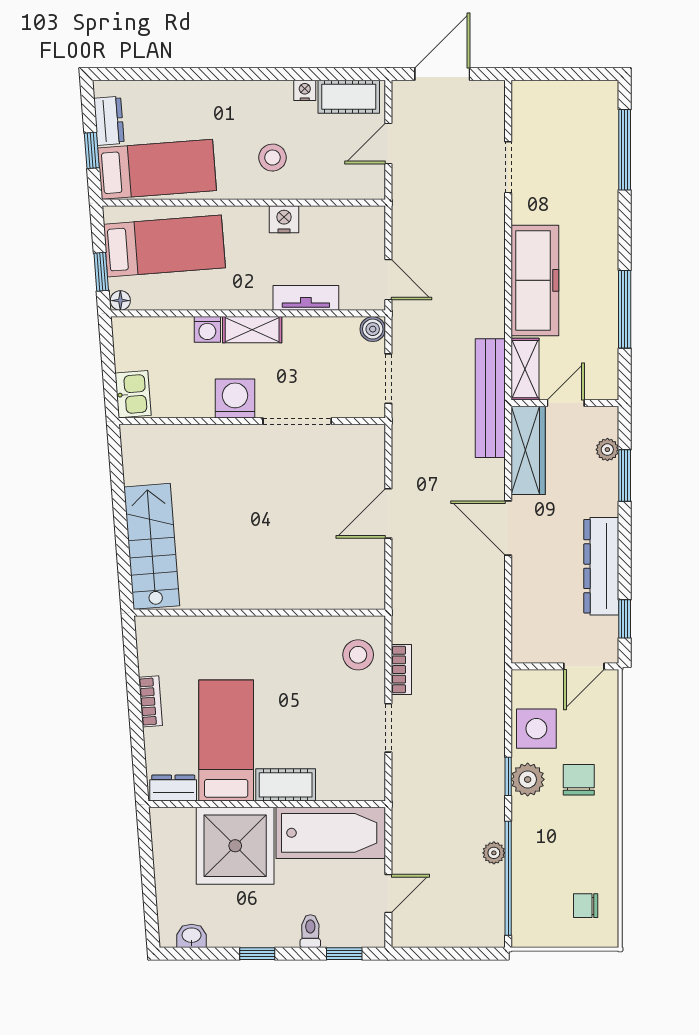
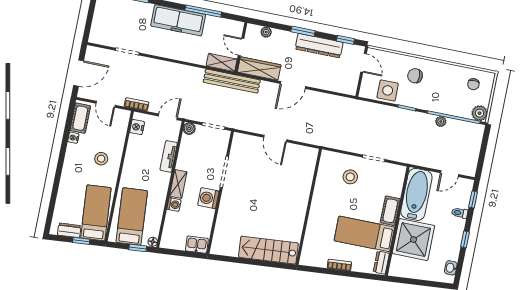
door: (442, 74) -> (79, 73), swing flipped
nightstand: (284, 219) -> (137, 127), moved
freezer: (535, 280) -> (178, 20), moved, turned 180
window: (625, 476) -> (303, 31), moved
stool: (358, 655) -> (350, 177), moved
bookcase: (401, 670) -> (137, 104), moved
plant: (528, 779) -> (480, 113), moved
door: (388, 893) -> (450, 174), swing flipped

